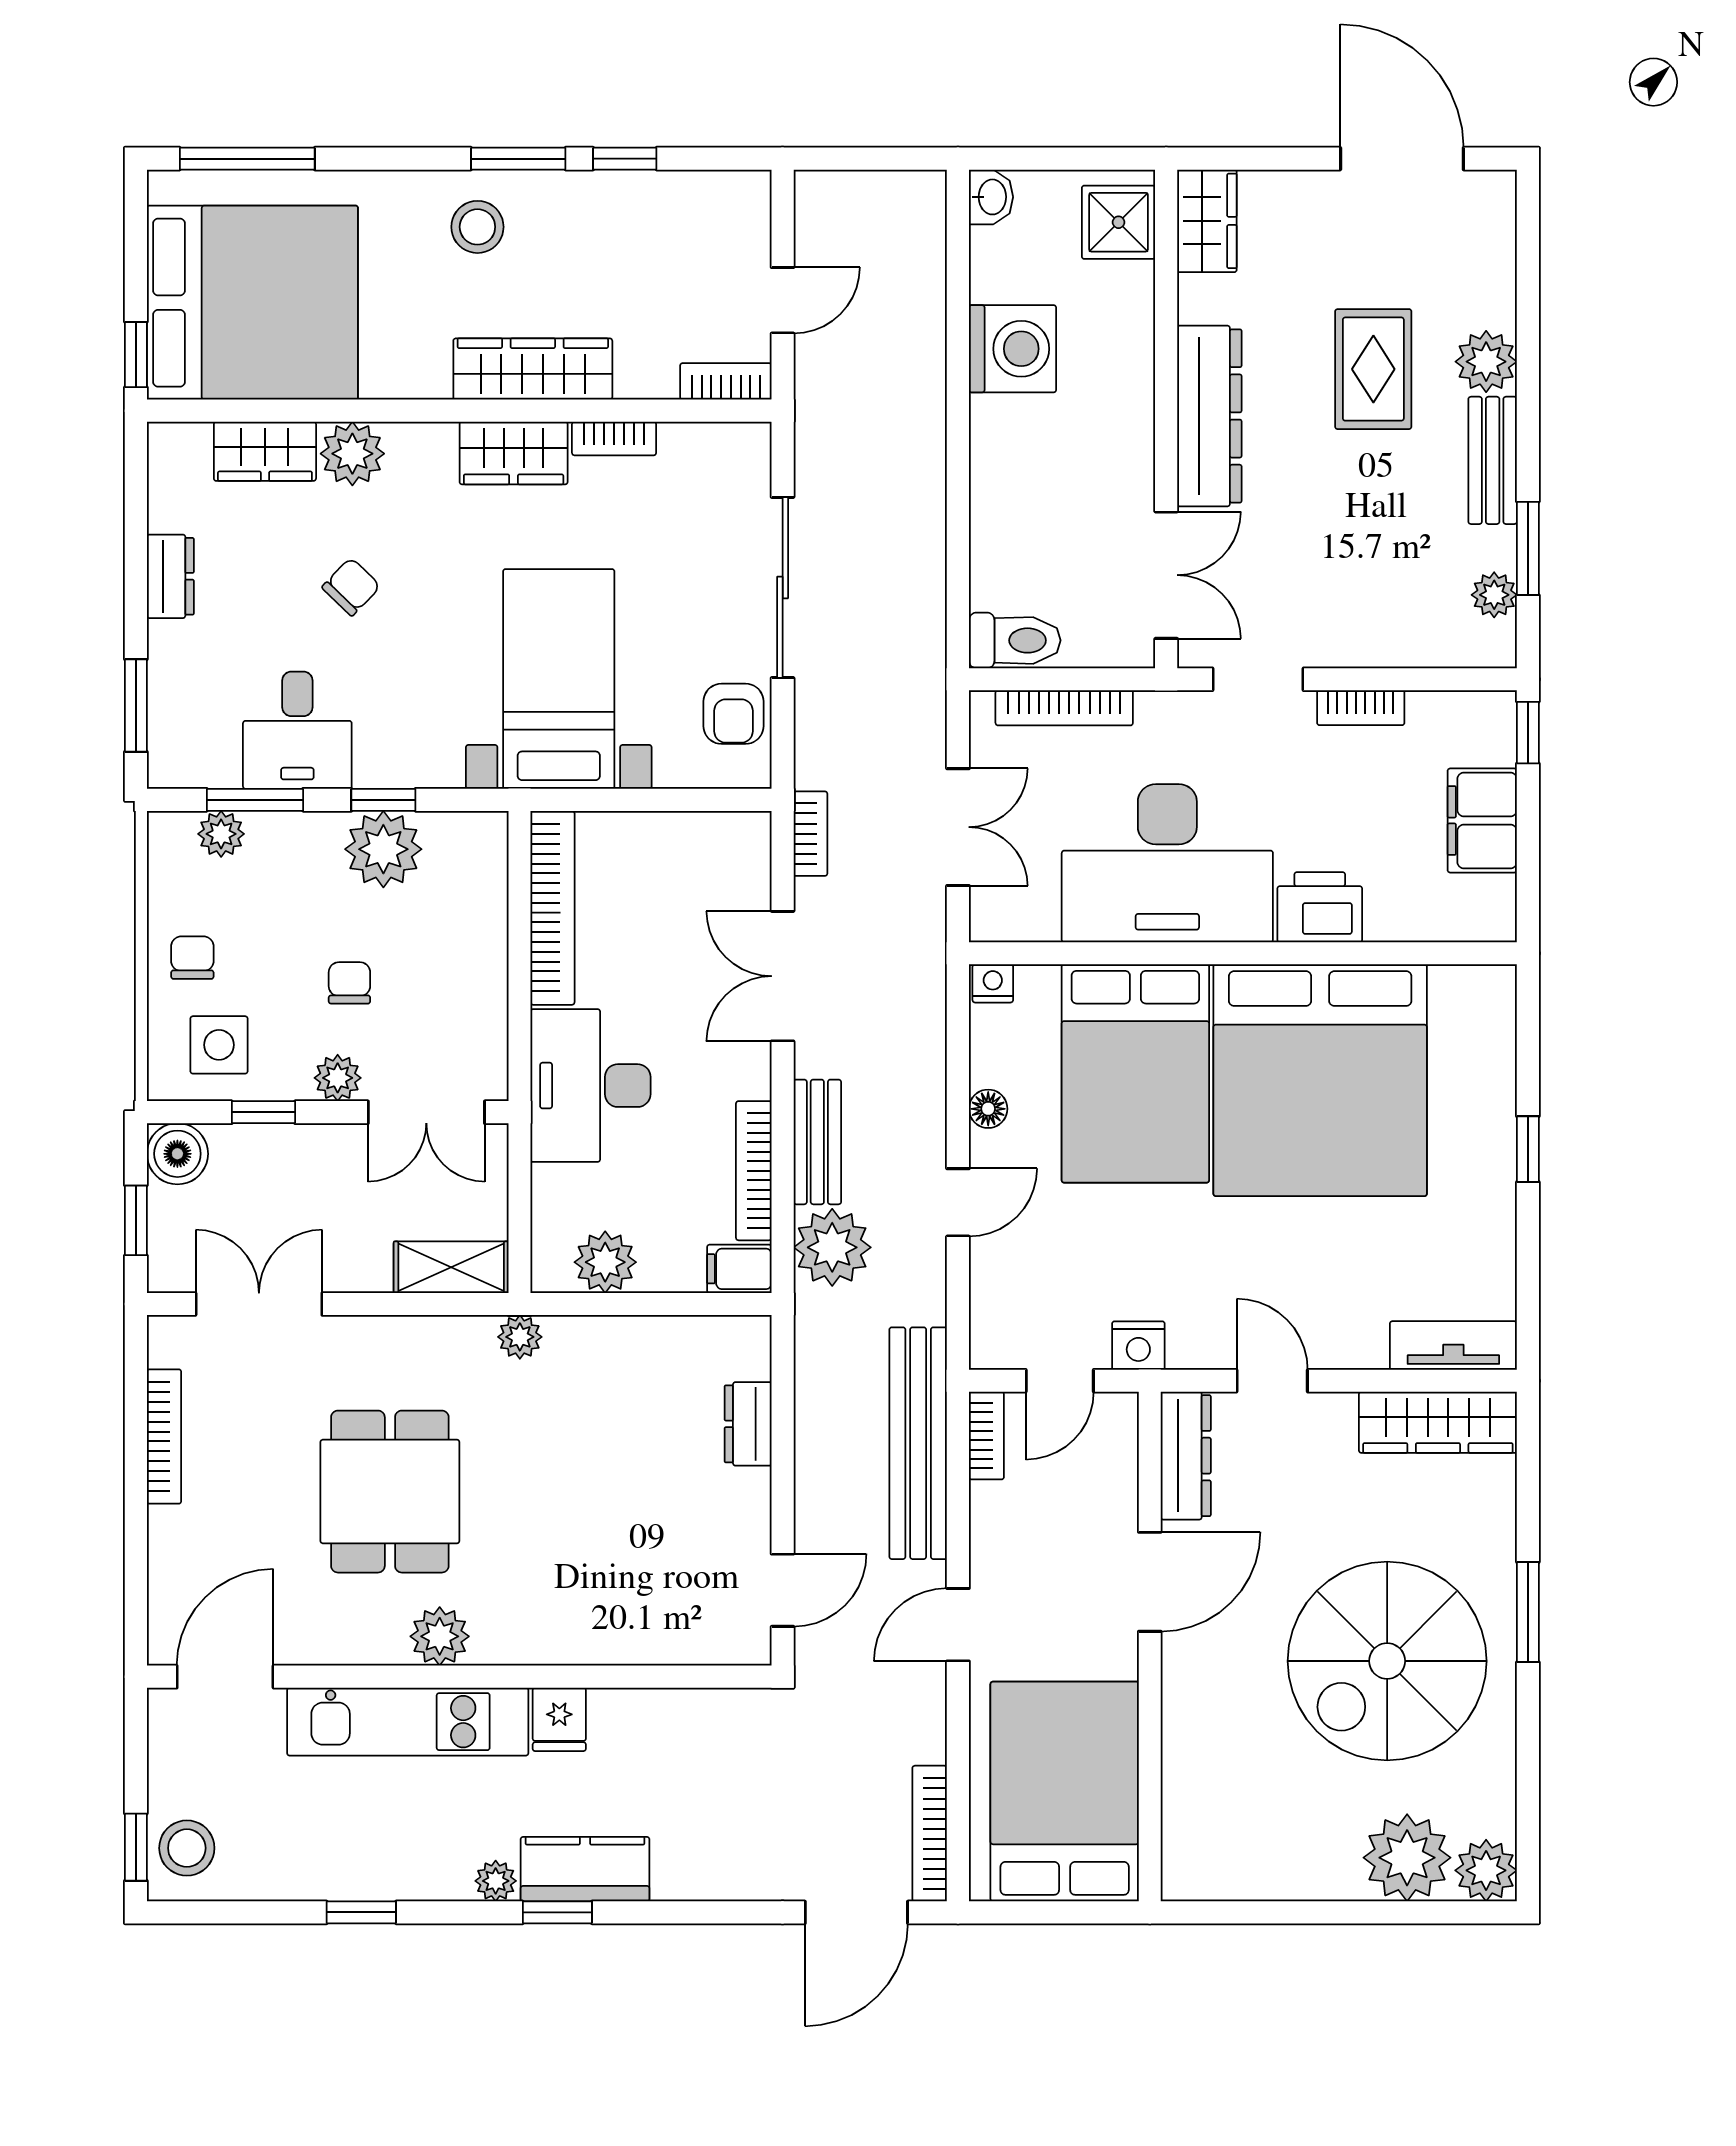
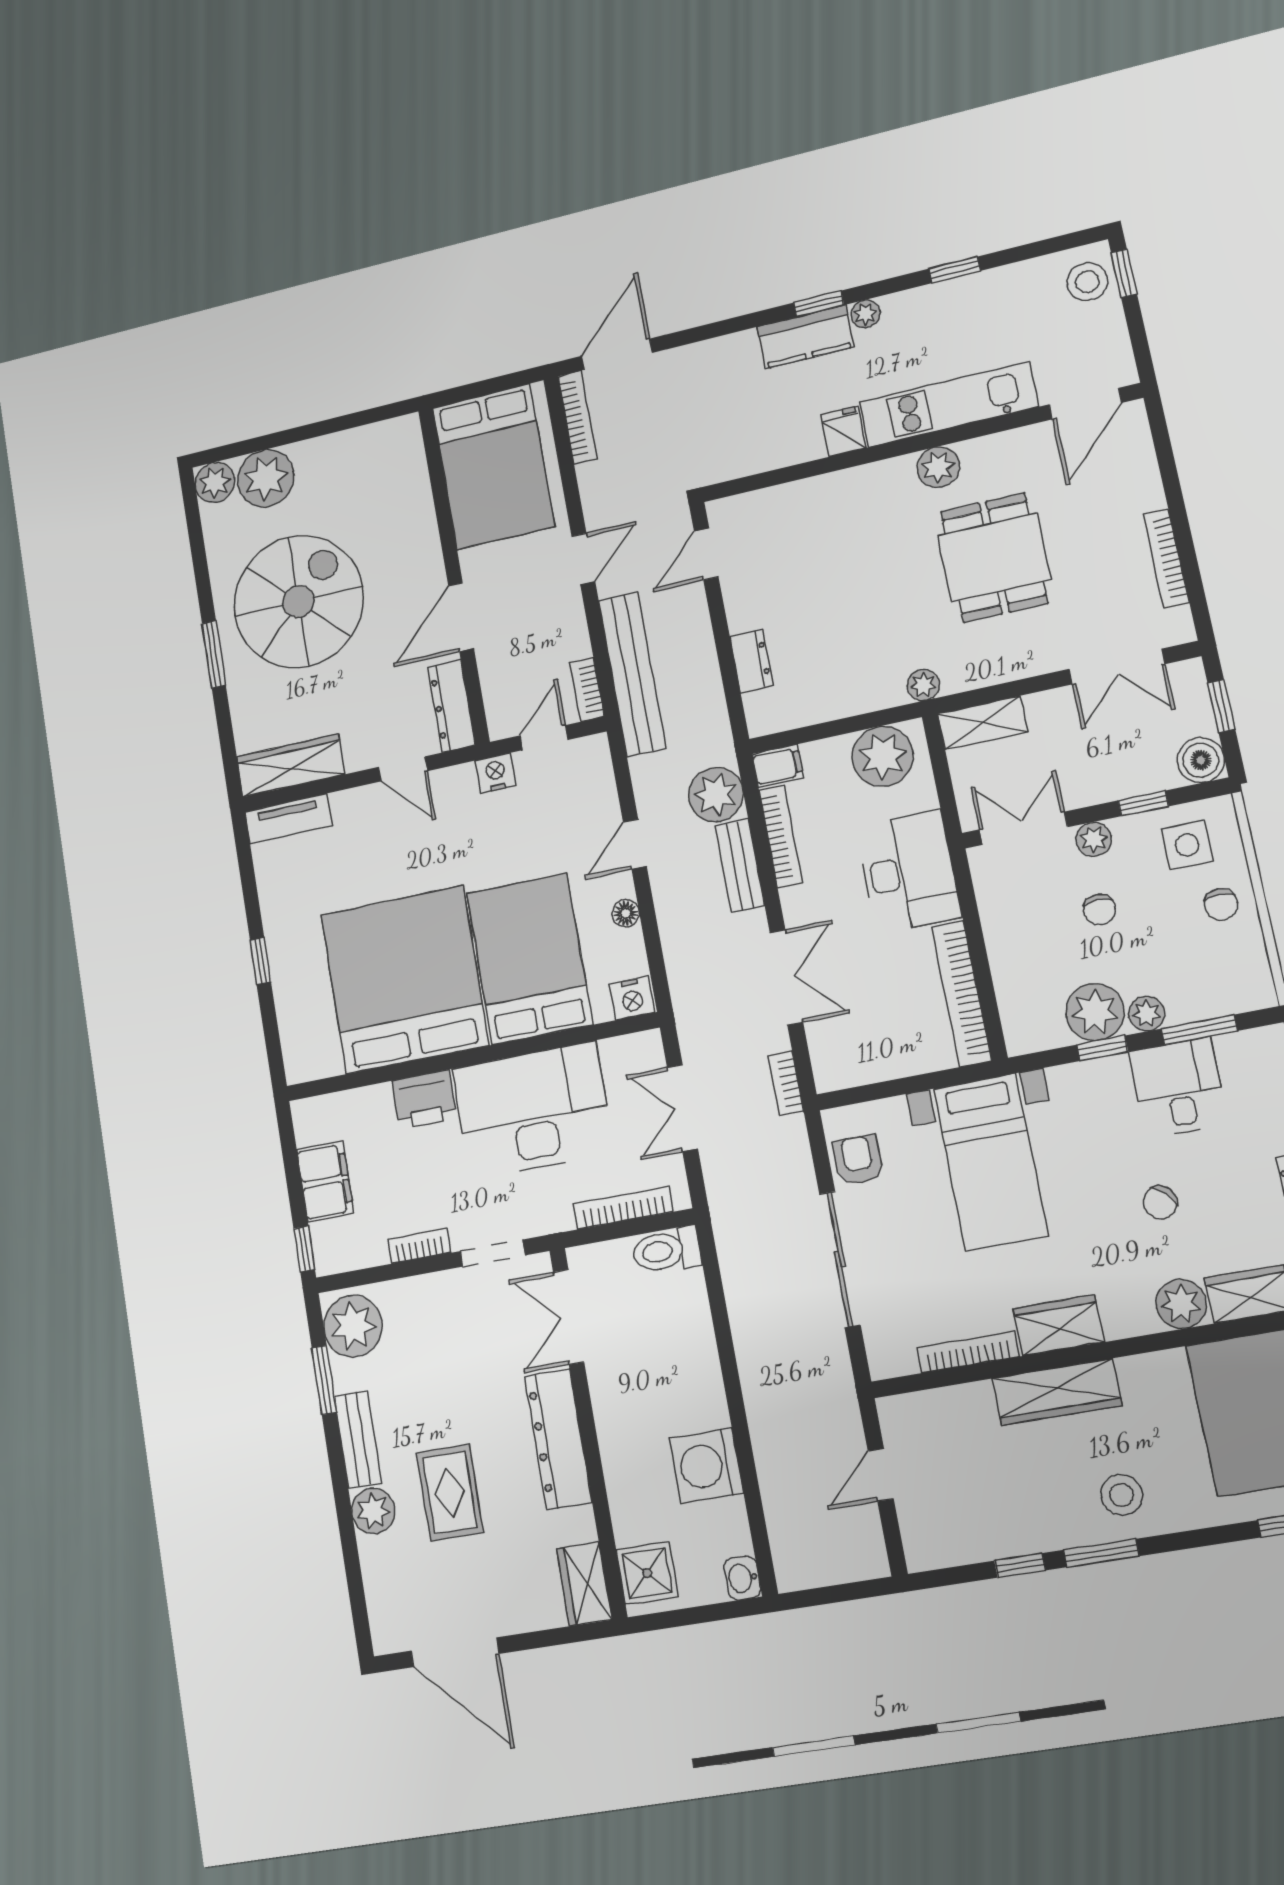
bookcase: (726, 381) -> (911, 1406), removed
bookcase: (614, 438) -> (968, 1352), width x1.56
plant: (1494, 595) -> (353, 1326), width x1.88, depth x1.88
plant: (221, 834) -> (1147, 1014), moved
nightstand: (993, 983) -> (632, 998), width x1.39, depth x1.35
plant: (605, 1262) -> (883, 756), width x1.36, depth x1.36

